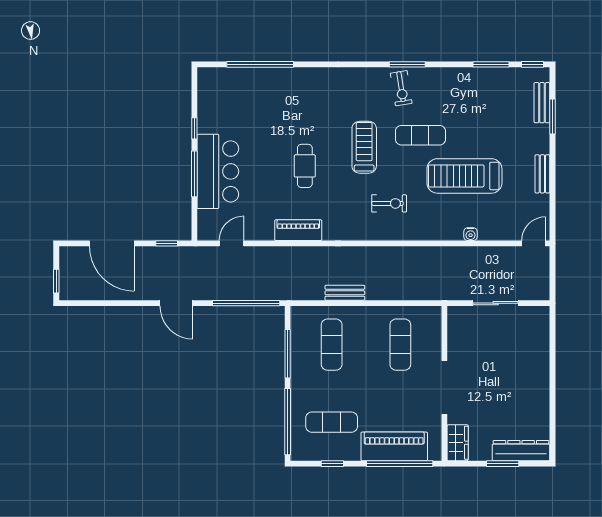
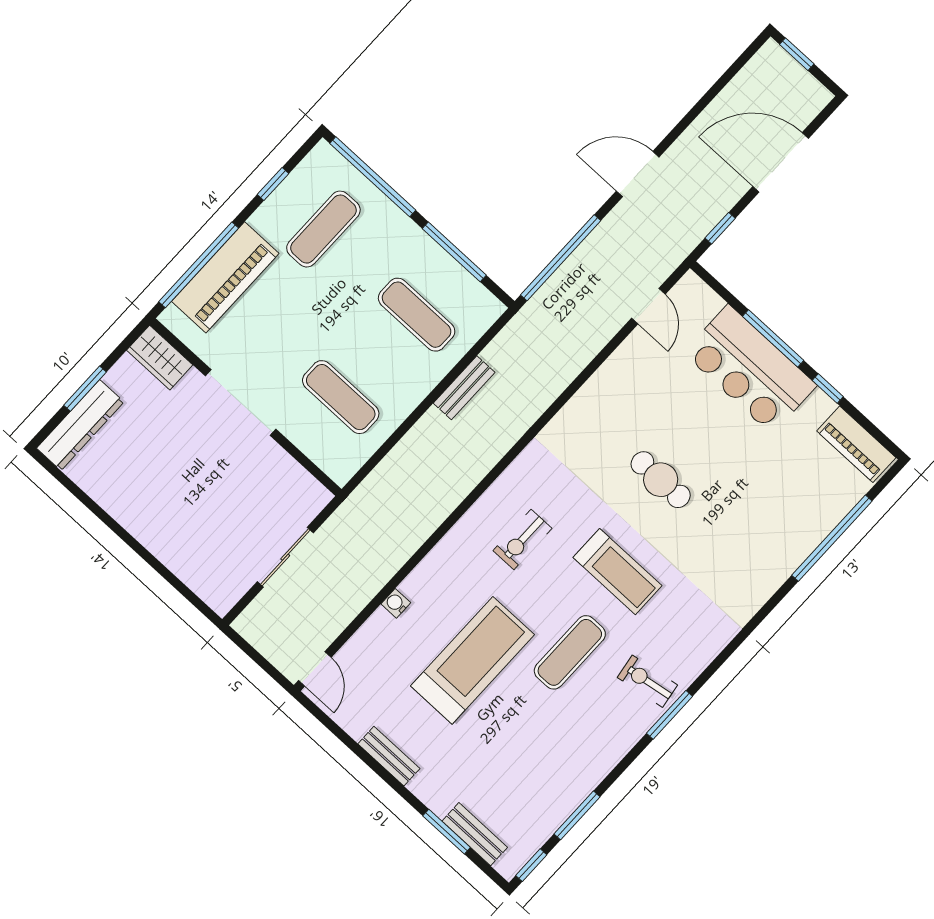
piano: (298, 230) -> (856, 444), moved, turned 90

